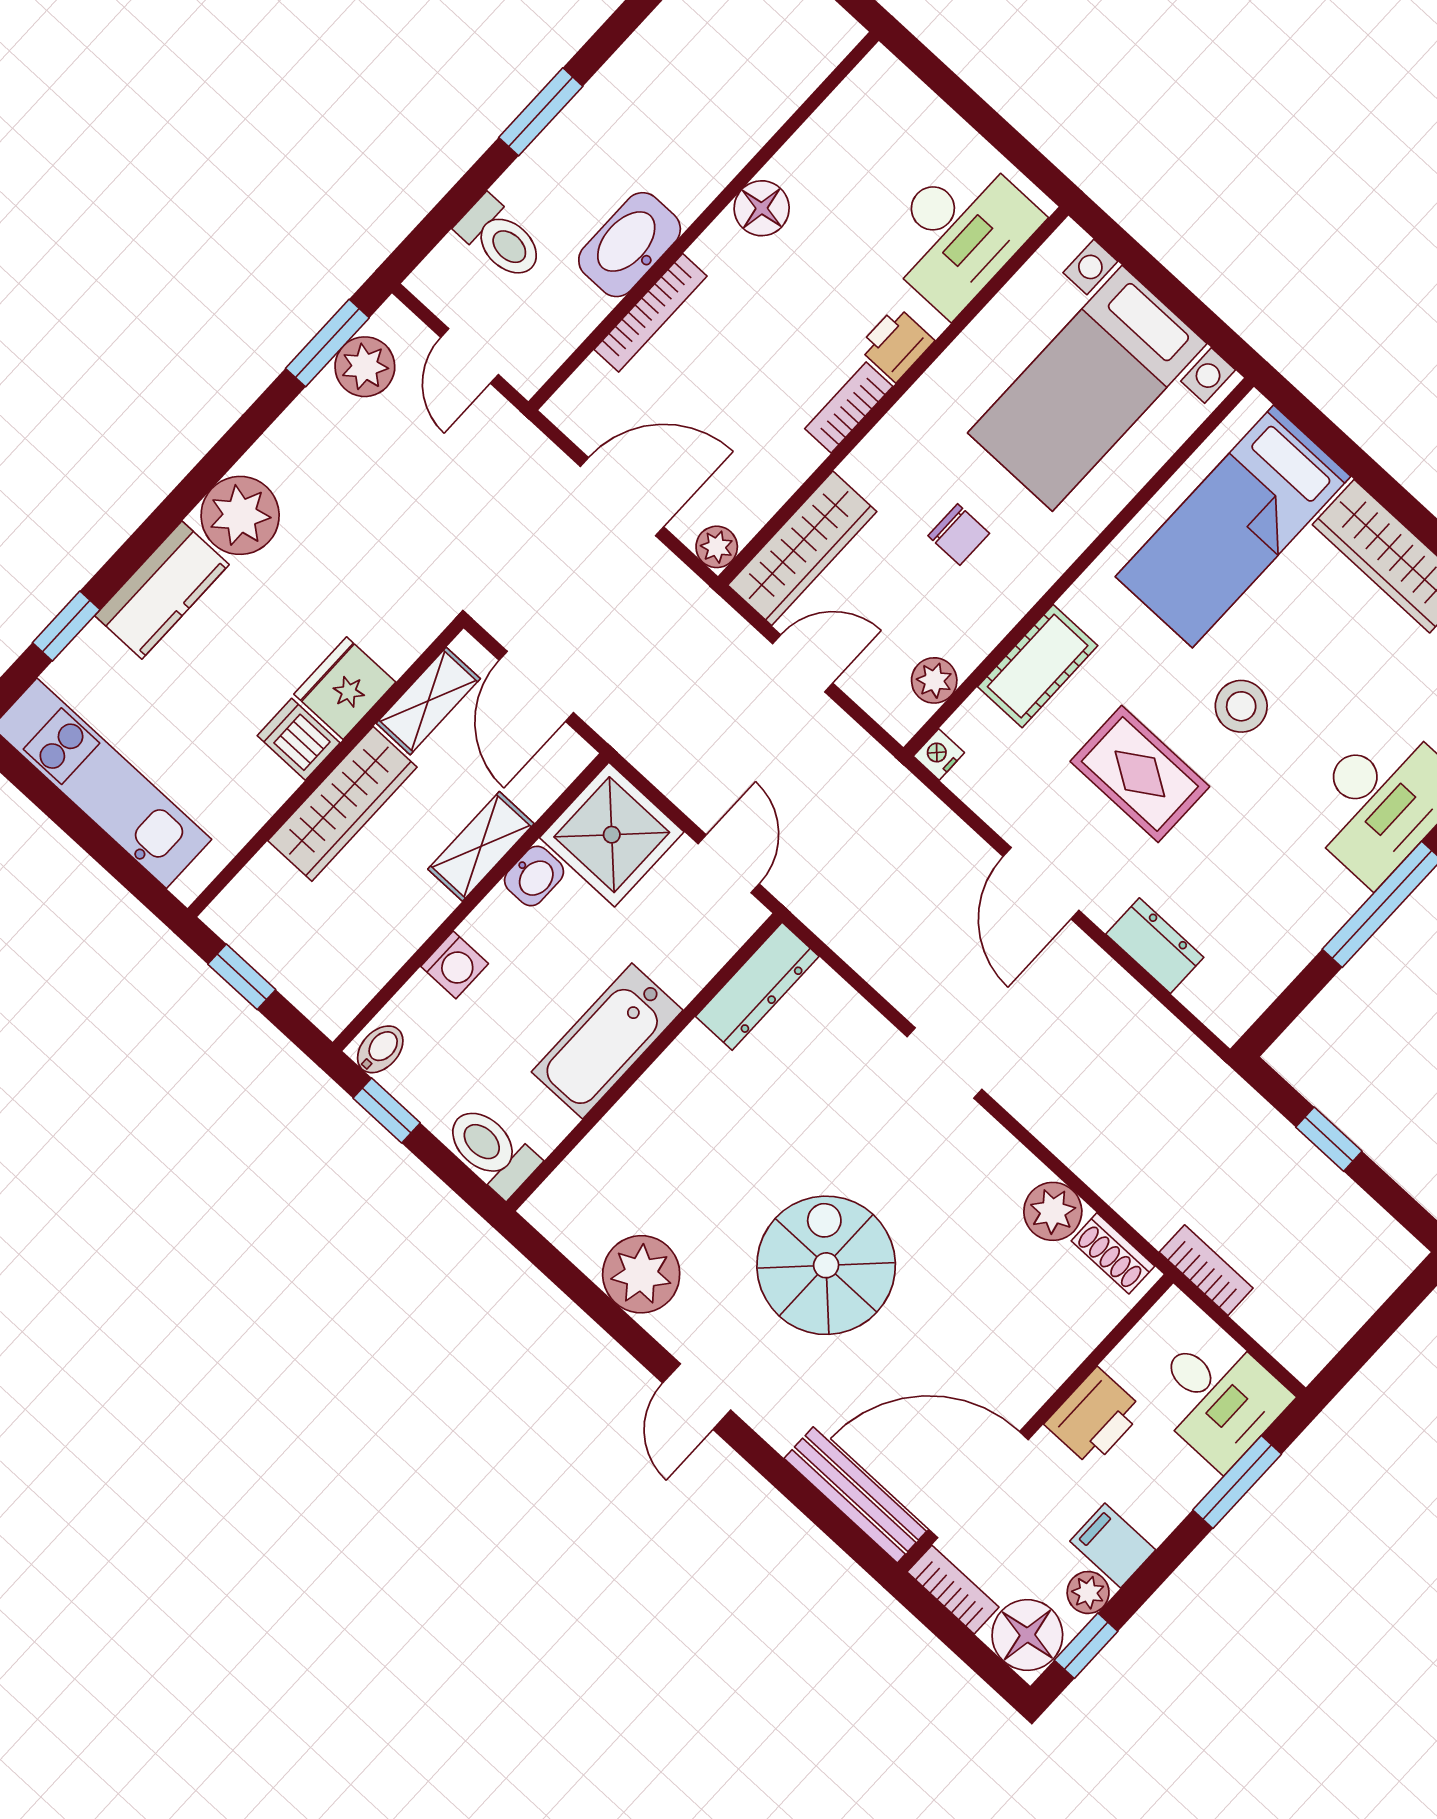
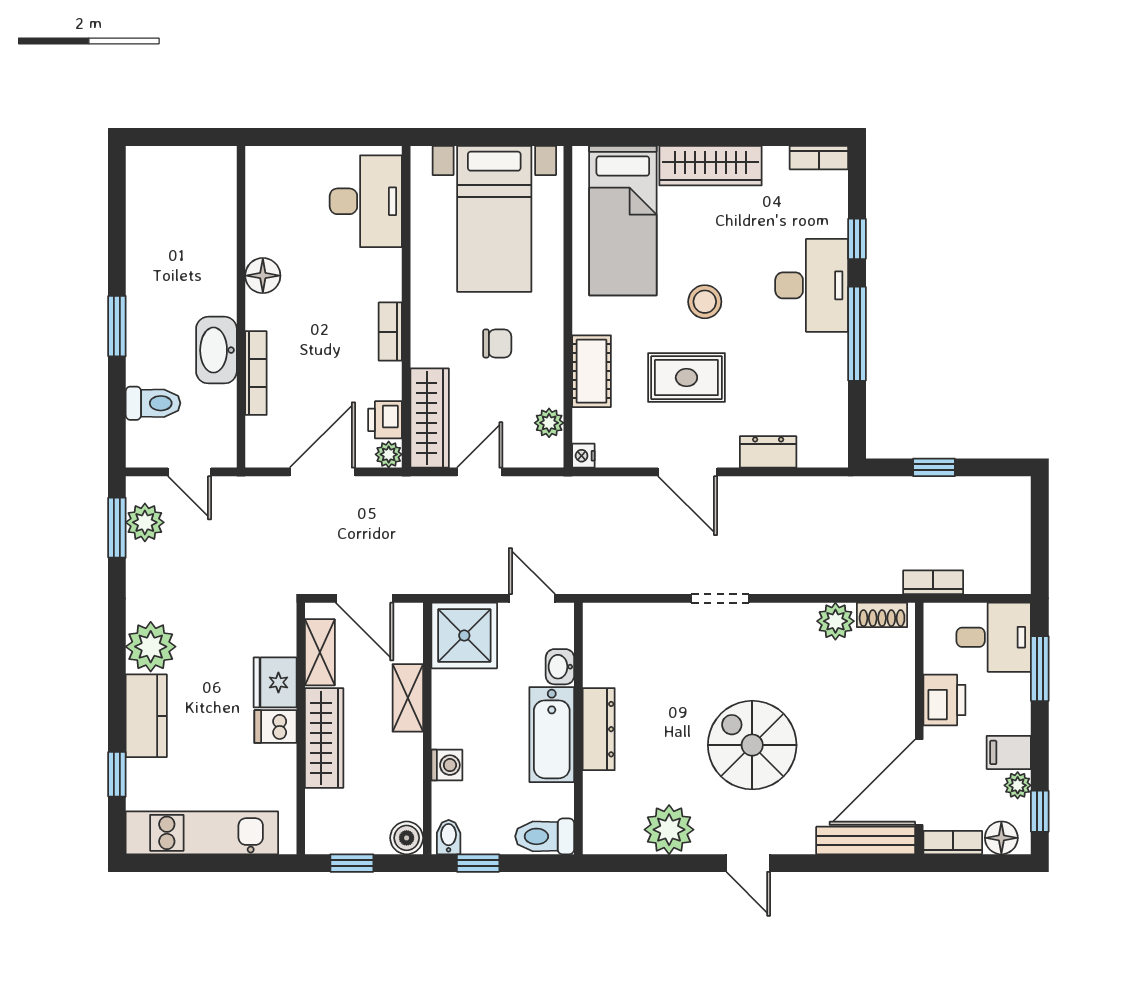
printer: (896, 344) -> (385, 420), moved
washbasin: (534, 876) -> (560, 667), moved, turned 180
dresser: (757, 986) -> (599, 729), moved
boiler: (331, 1006) -> (407, 838), added
floor lamp: (1027, 1635) -> (1001, 838), width x0.73, depth x0.73

